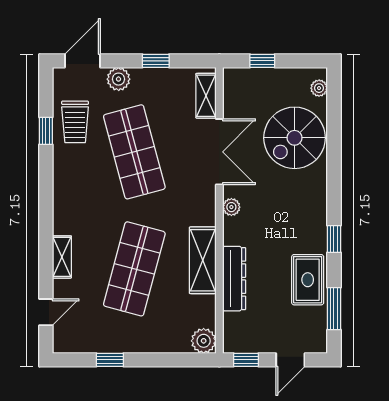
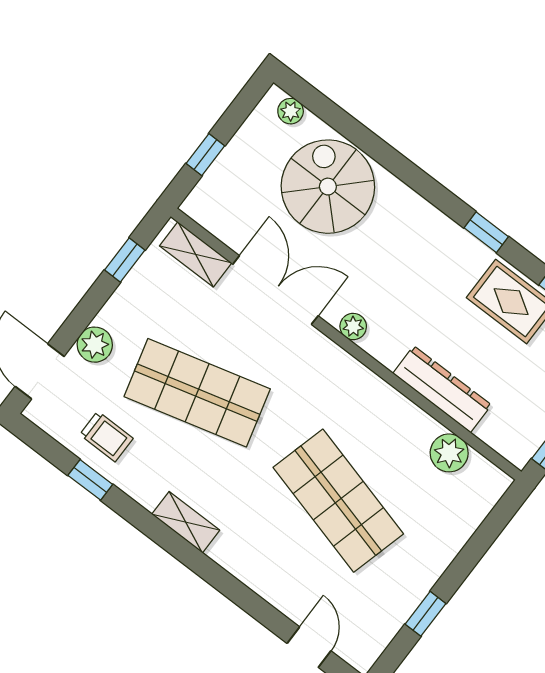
window: (156, 61) -> (125, 260), moved
trolley: (75, 122) -> (106, 436), width x0.73, depth x0.72
spiral stairs: (295, 138) -> (328, 187), turned 180
shelving: (62, 257) -> (186, 522), moved
shelving: (203, 260) -> (391, 410), removed
plant: (204, 341) -> (449, 453), moved

